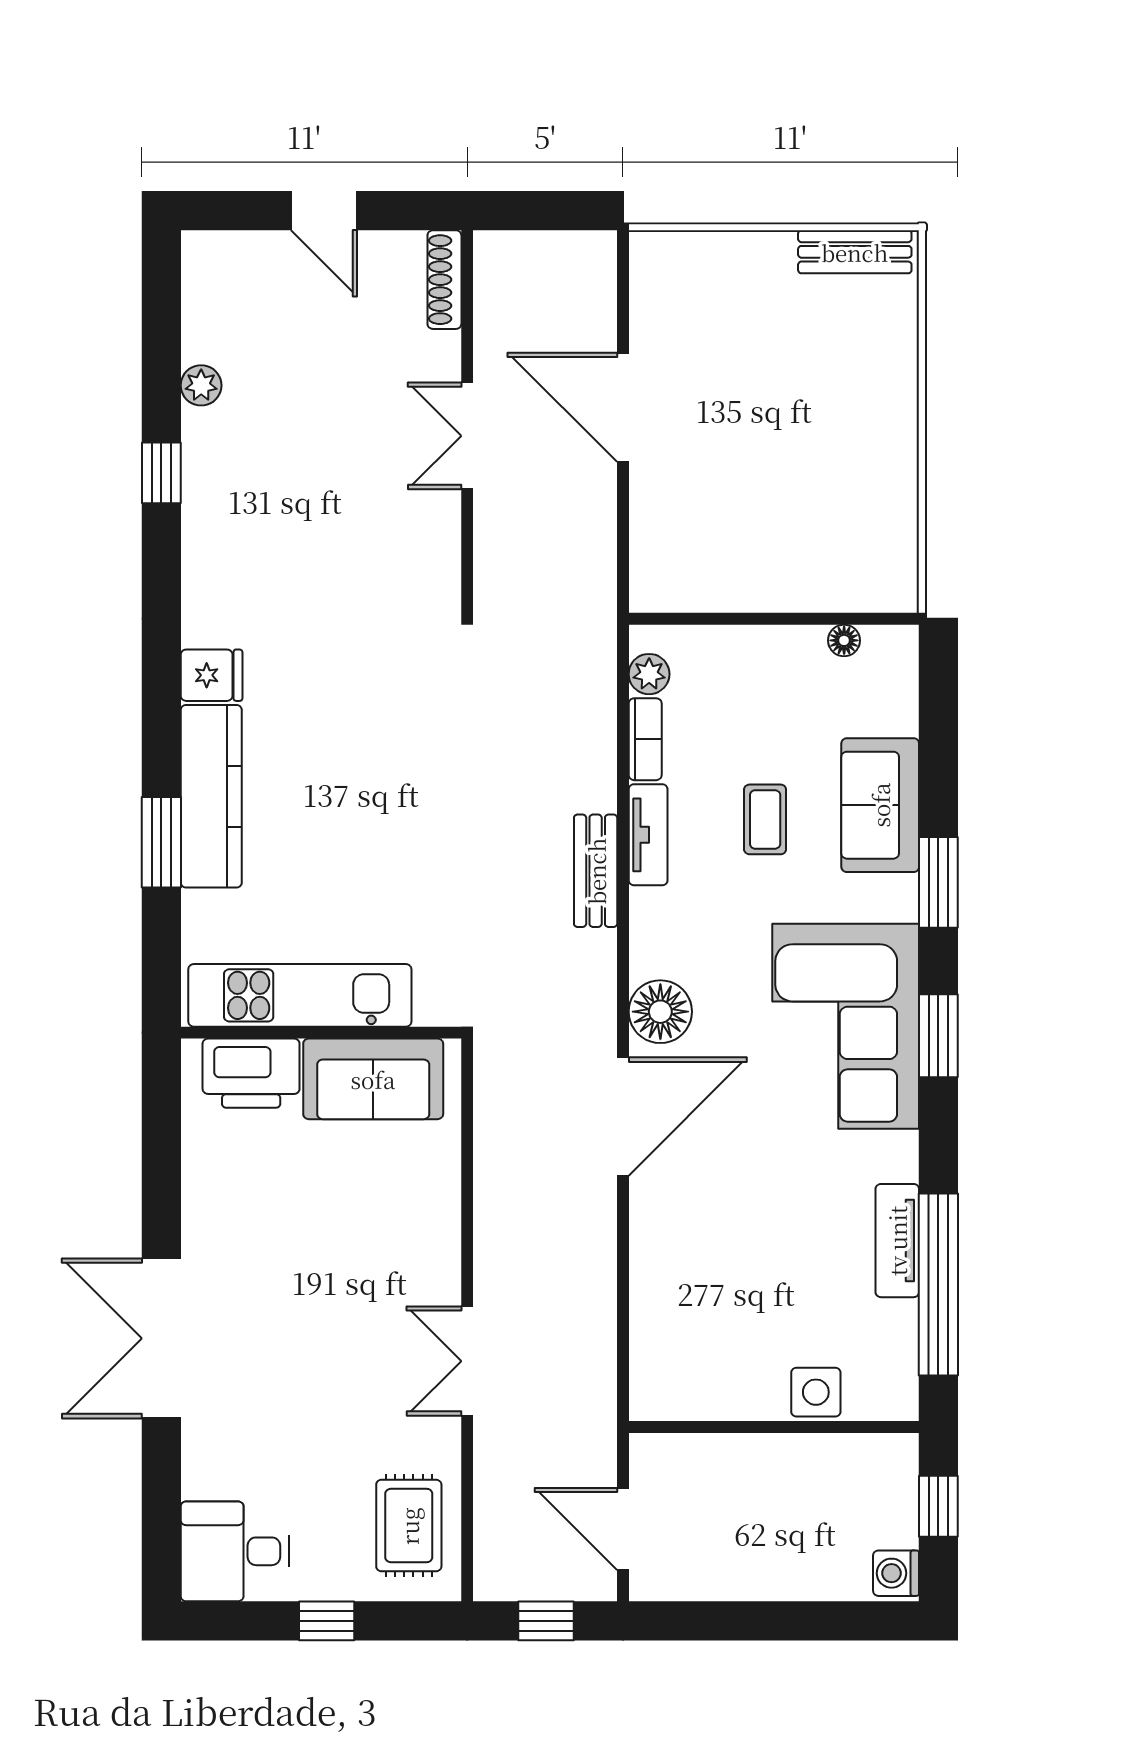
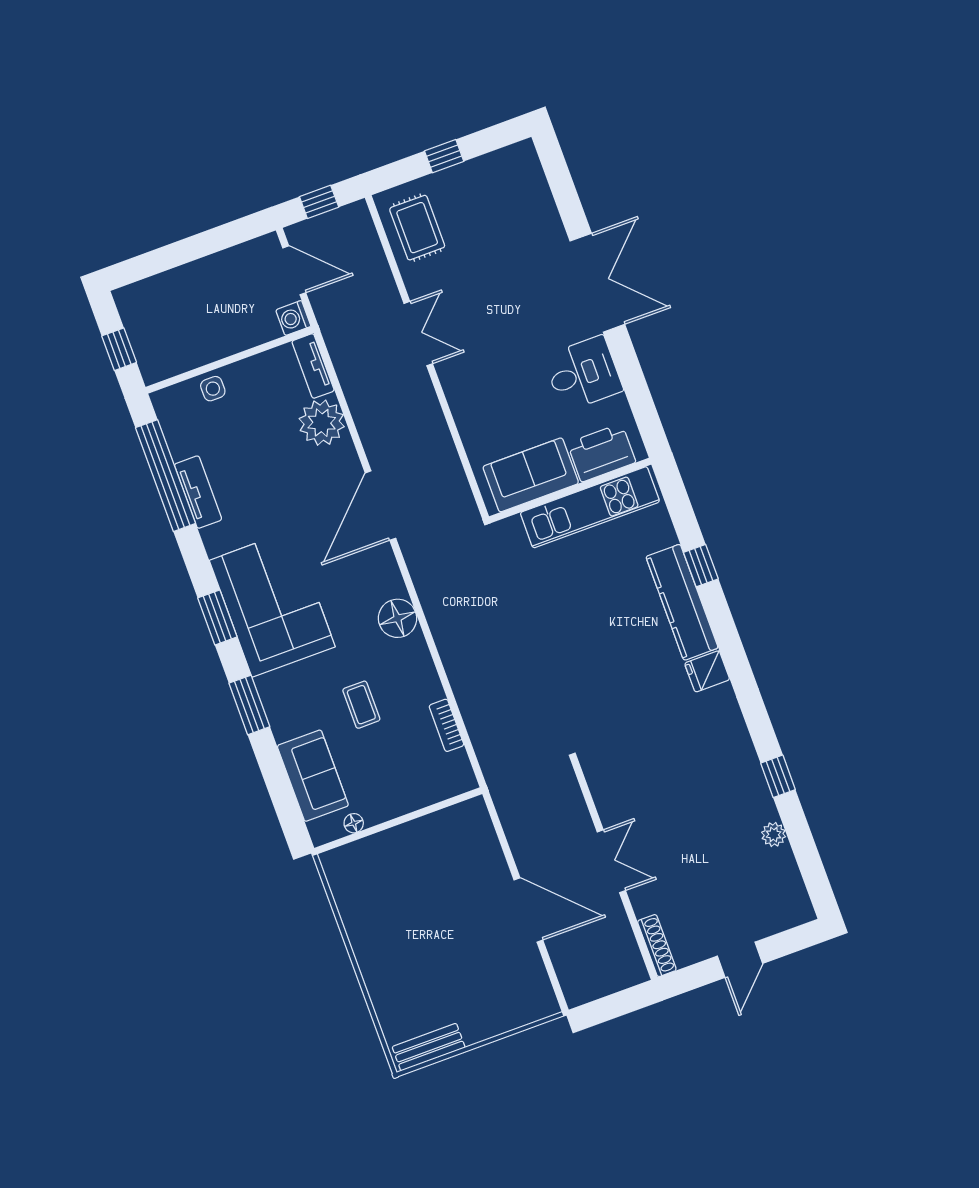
door: (324, 211) -> (740, 960), swing flipped
plant: (649, 674) -> (322, 423), moved, width x1.87, depth x1.87
sofa: (880, 805) -> (313, 776), moved
tv unit: (648, 835) -> (313, 366), moved
window: (161, 842) -> (701, 566), width x0.67
bench: (596, 871) -> (447, 640), removed
floor lamp: (660, 1012) -> (398, 618), moved
side table: (816, 1392) -> (213, 389), width x0.73, depth x0.73
desk: (235, 1551) -> (583, 373), moved
washing machine: (896, 1573) -> (293, 318), moved, turned 180

